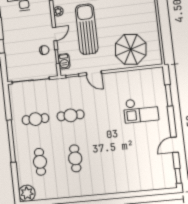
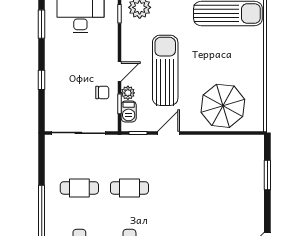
plant: (58, 11) -> (128, 93), moved
door: (94, 73) -> (168, 133), swing flipped
checkout: (141, 110) -> (227, 191), removed

